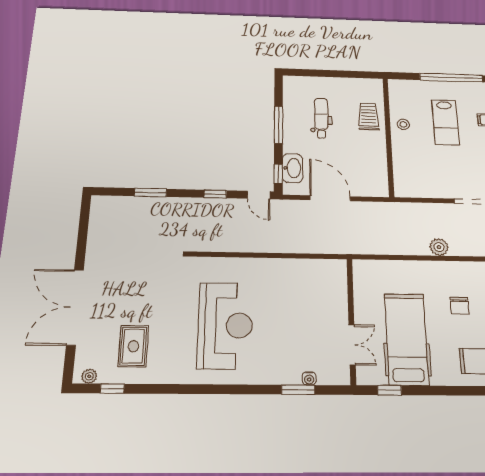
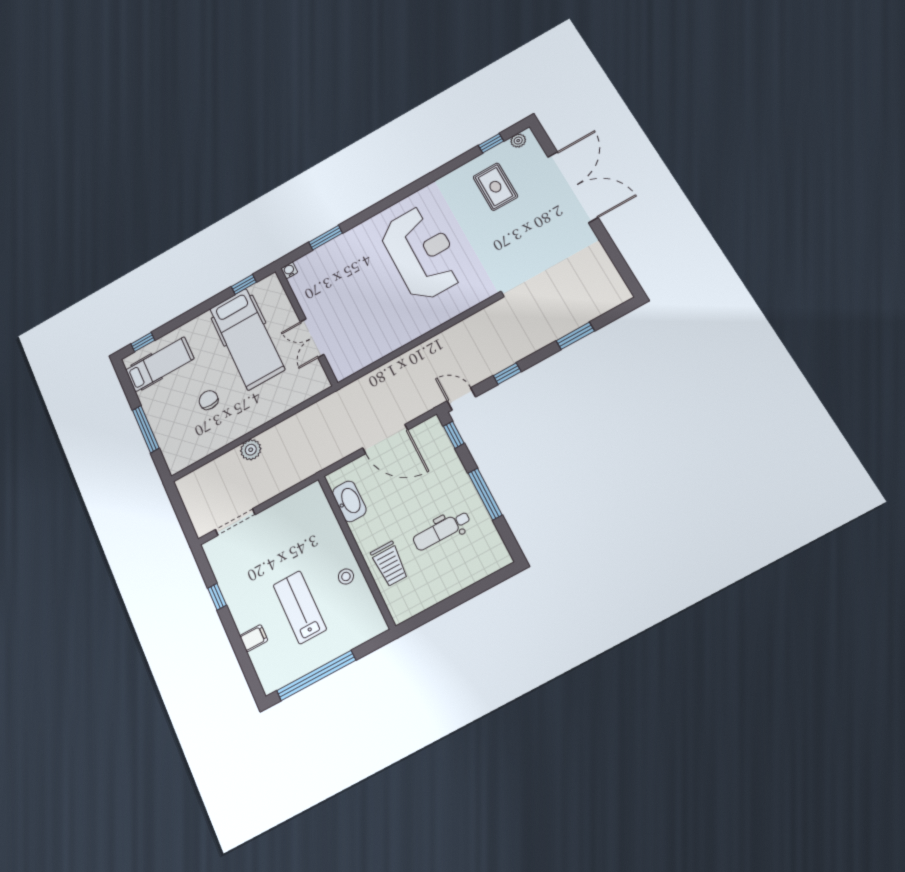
dental chair: (321, 118) -> (442, 531), turned 90
washbasin: (293, 168) -> (349, 501), moved, turned 180
reception desk: (225, 325) -> (422, 253), turned 180
double door: (352, 345) -> (312, 338), moved
water cooler: (309, 378) -> (289, 270), moved

